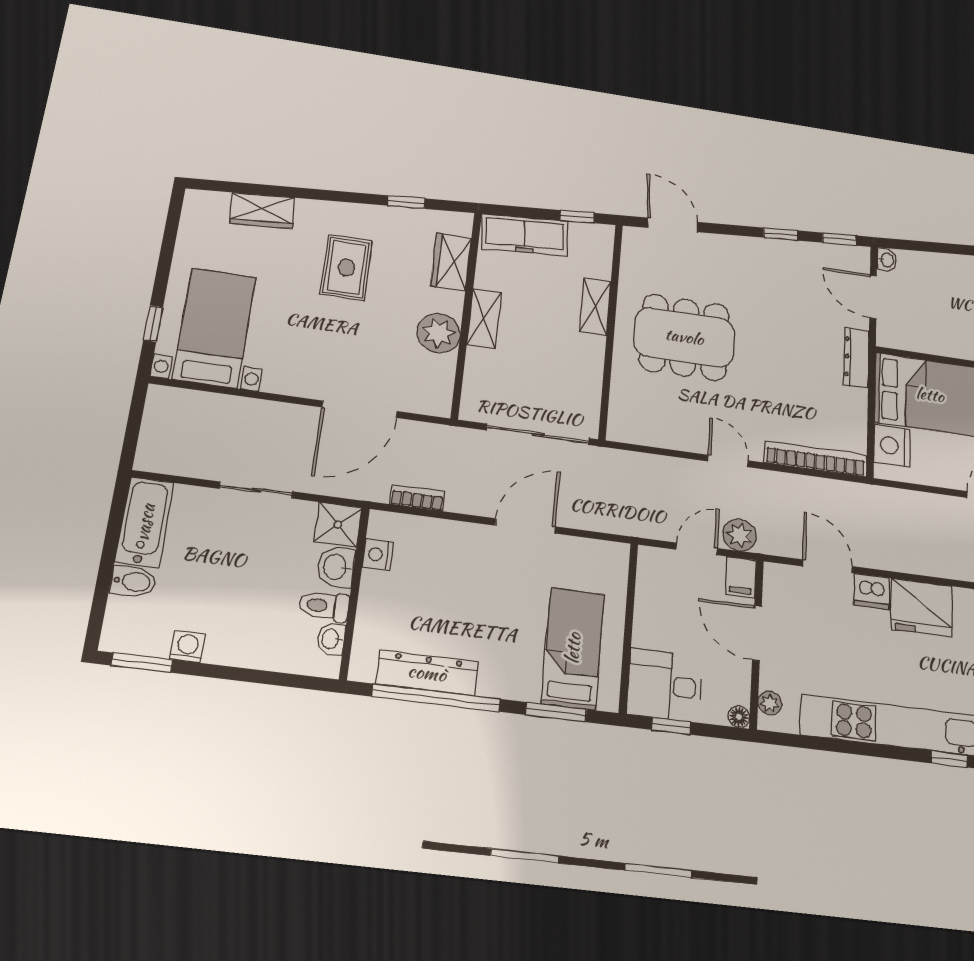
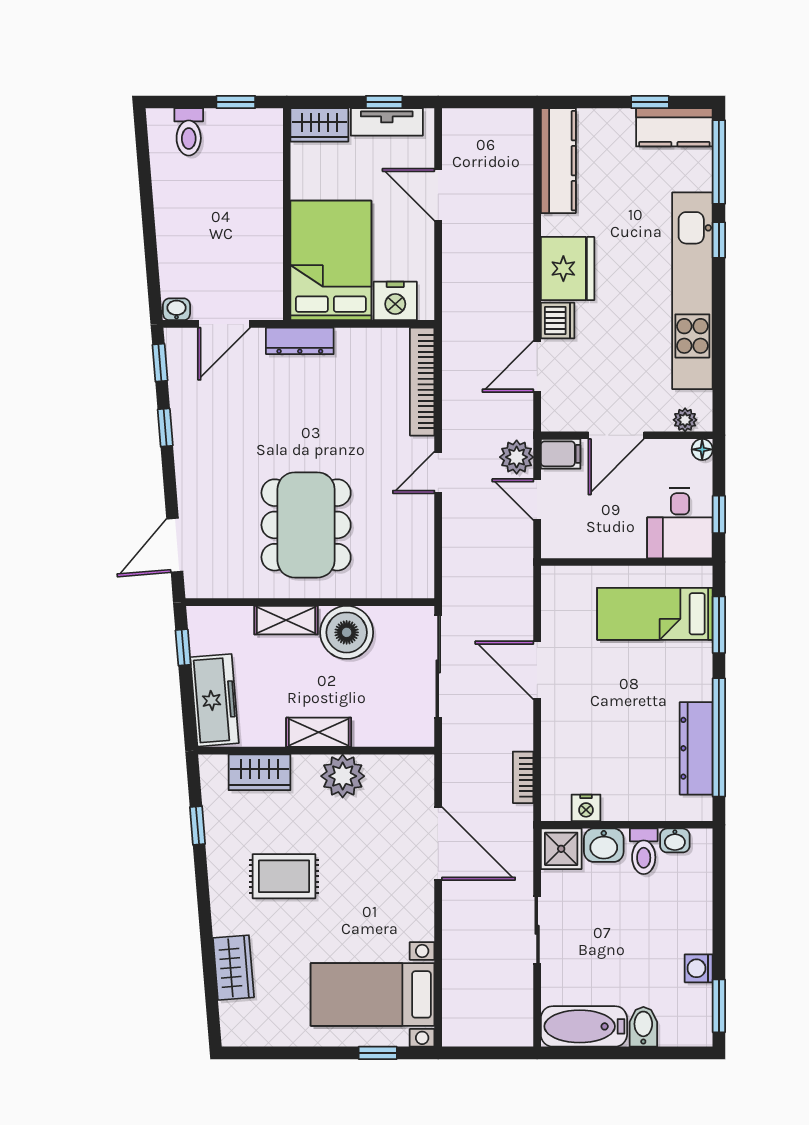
boiler: (579, 357) -> (347, 632), added

